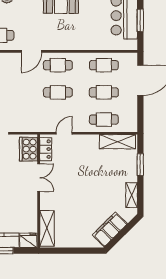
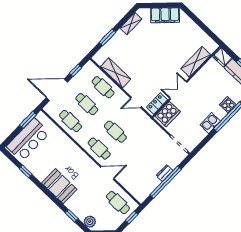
window: (140, 20) -> (28, 120), moved
window: (140, 111) -> (75, 70), added
shelving: (117, 142) -> (116, 73), moved
shelving: (47, 228) -> (196, 62), moved

